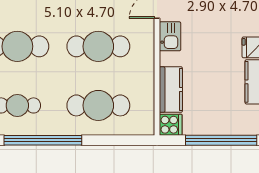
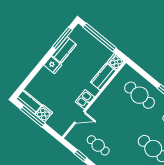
cafe table: (98, 46) -> (119, 120), removed

